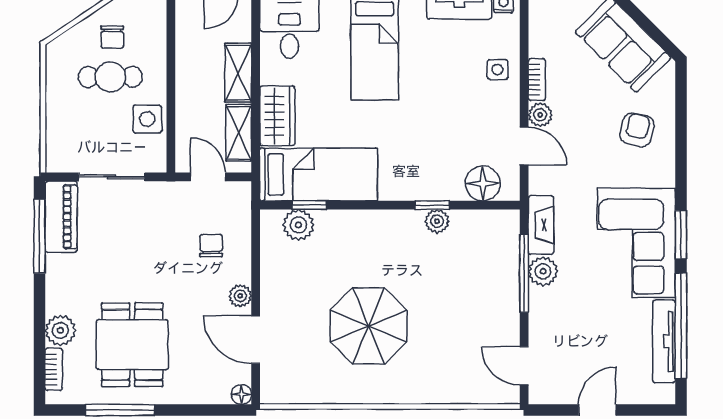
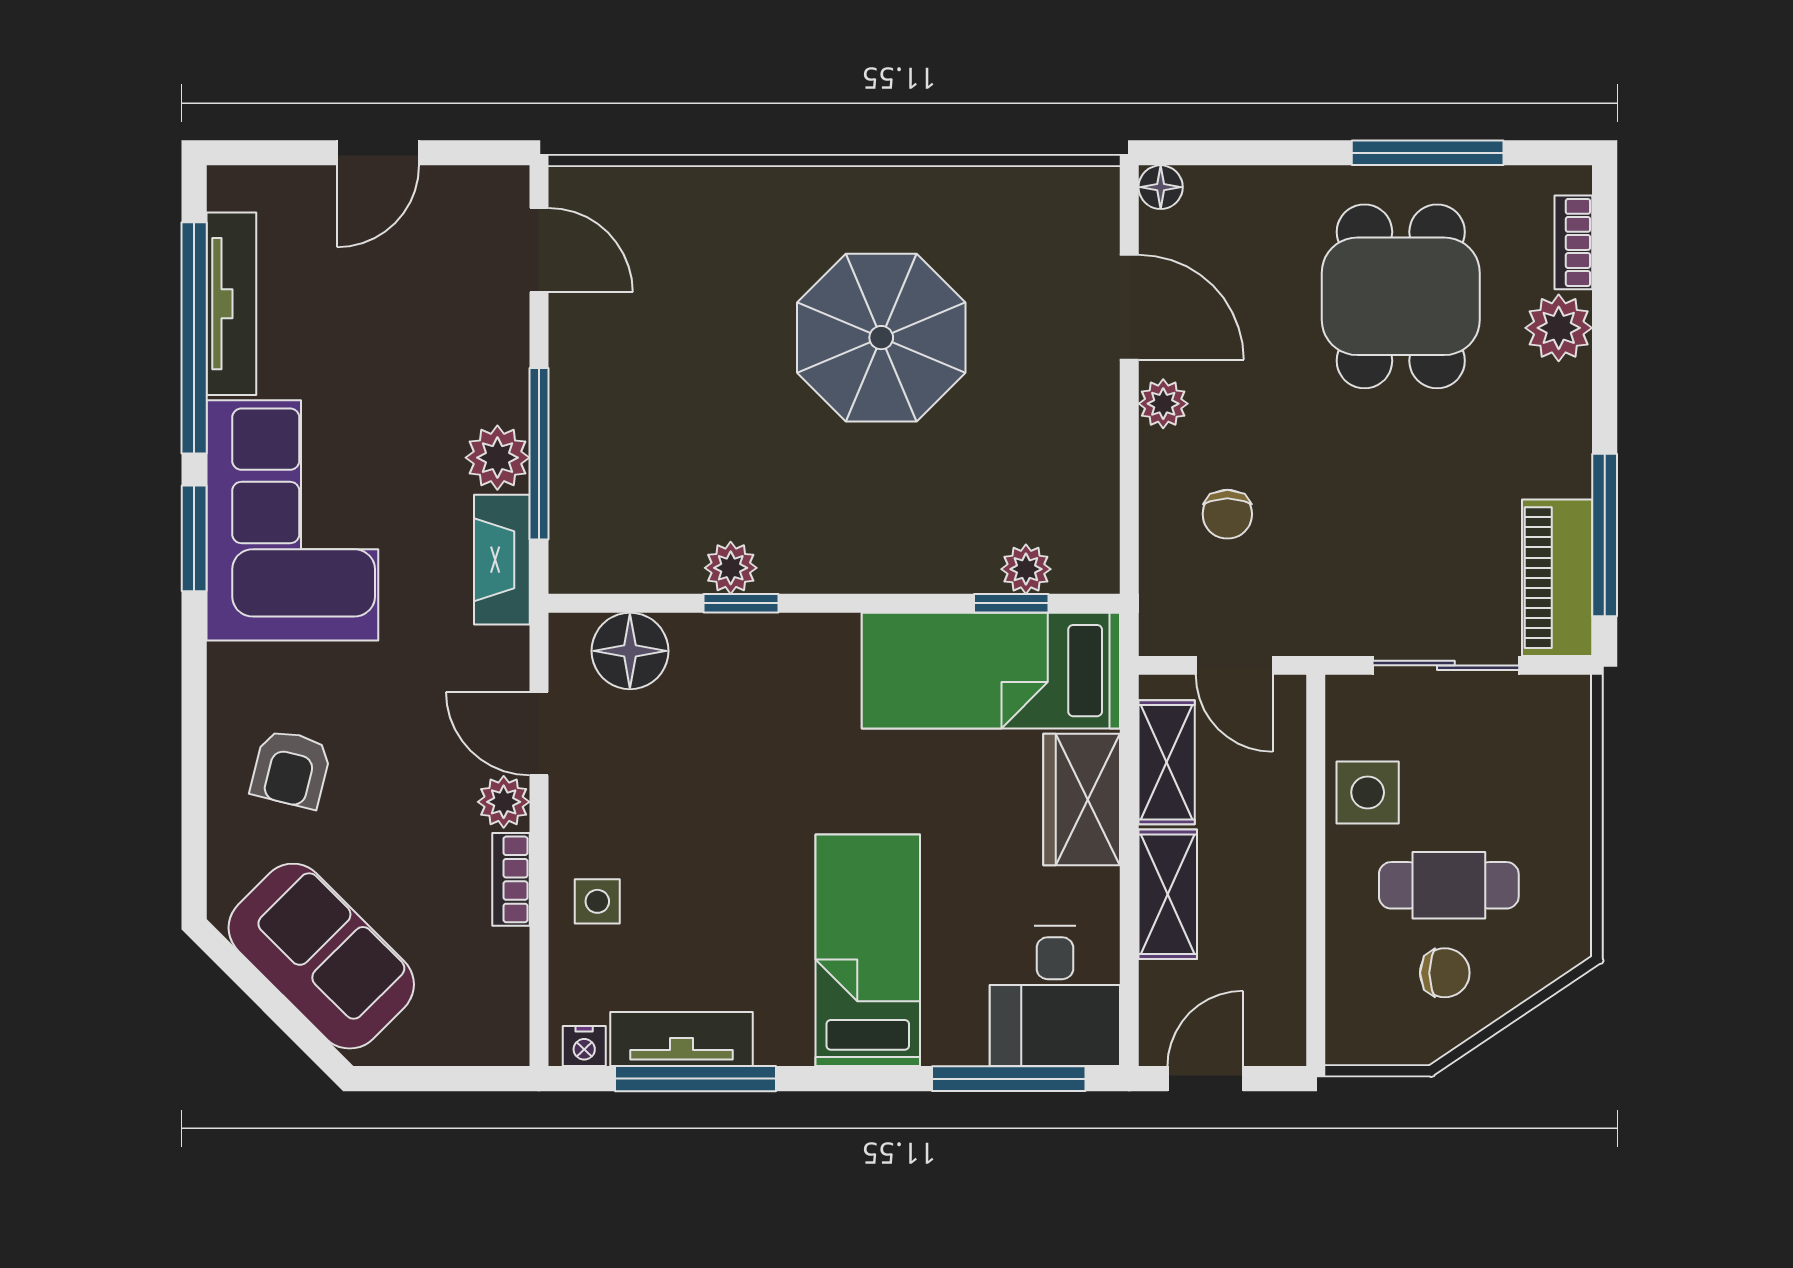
chair: (112, 37) -> (1445, 973), turned 90
plant: (298, 225) -> (1026, 569), width x0.73, depth x0.73

